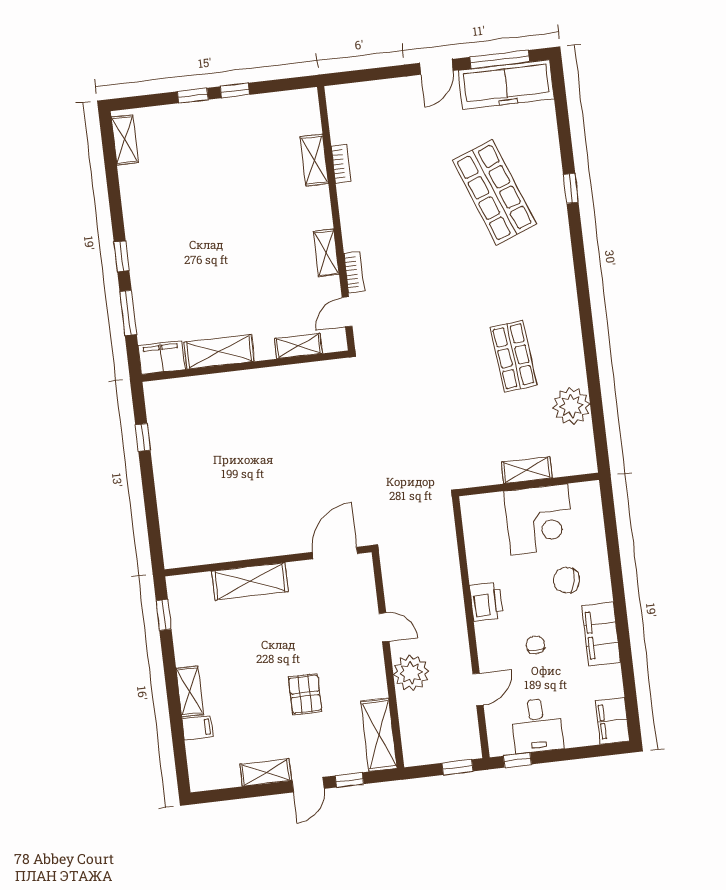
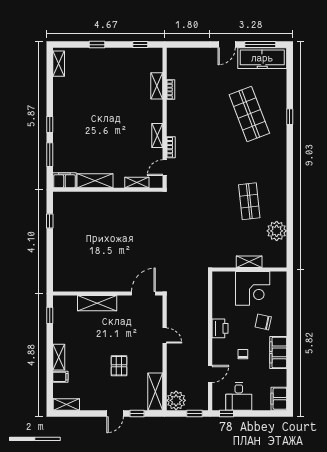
window: (235, 91) -> (140, 45), moved
plant: (411, 673) -> (176, 400), moved
shelving: (266, 773) -> (66, 404), moved

